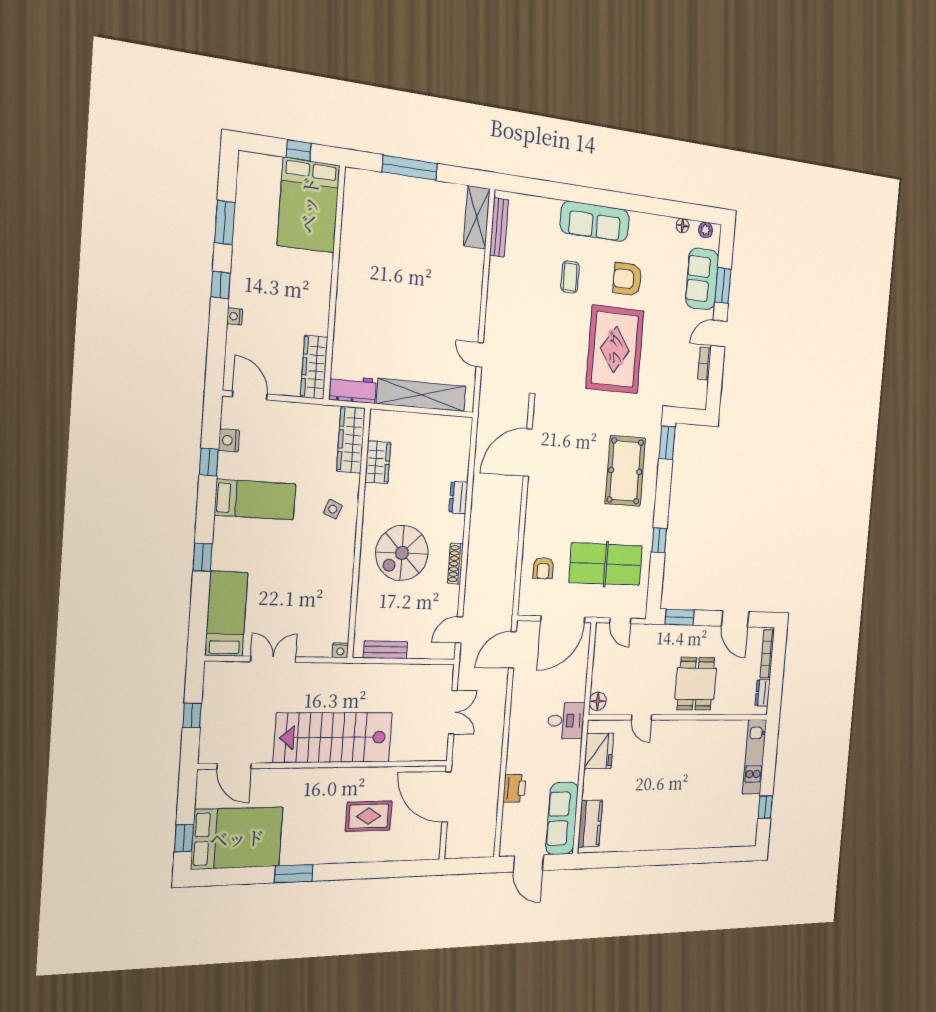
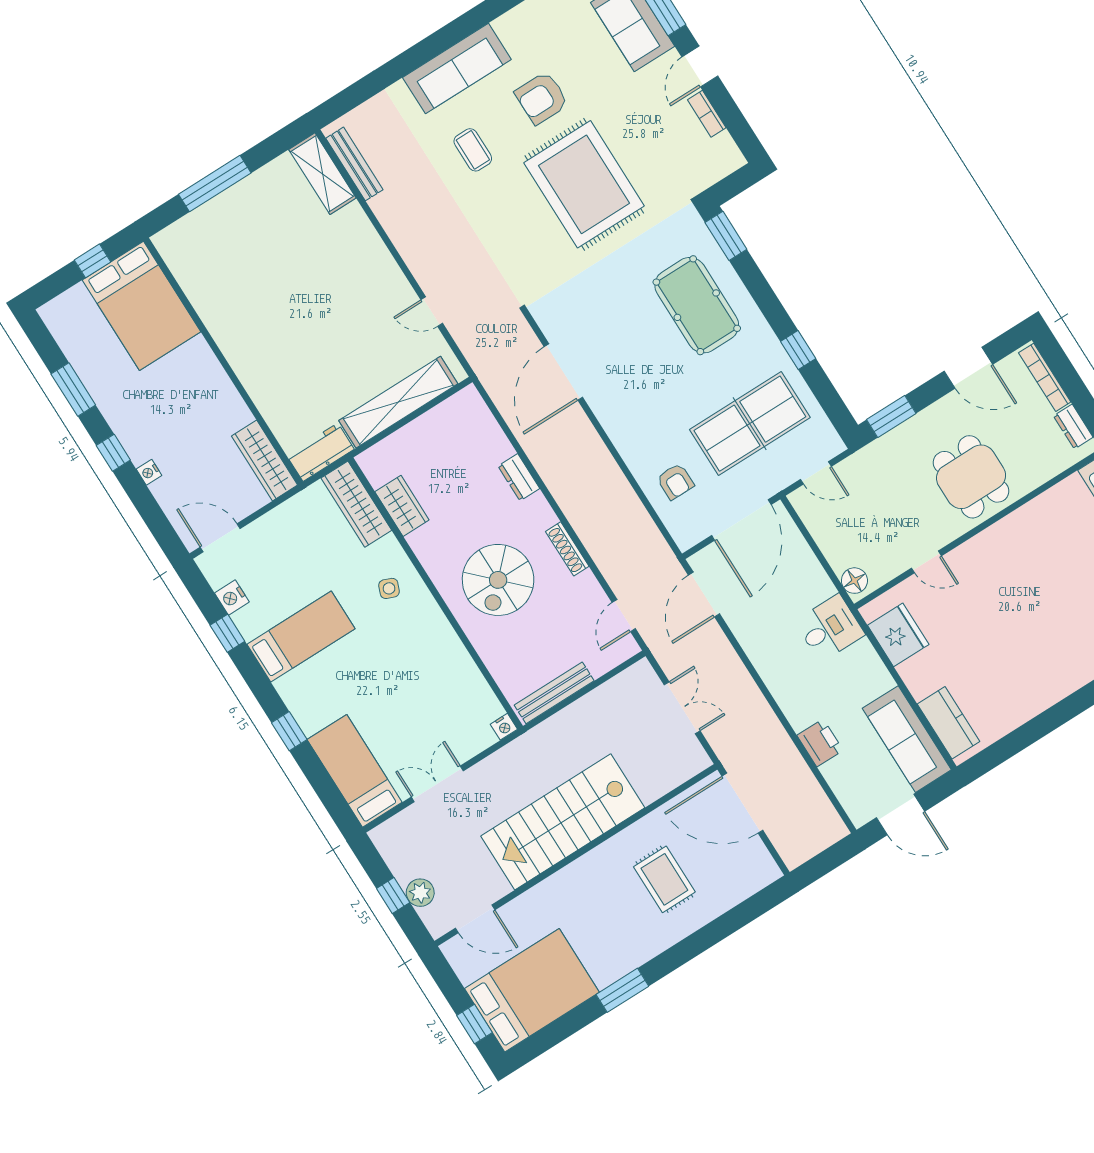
bench: (385, 650) -> (554, 693), width x1.36
plant: (211, 725) -> (420, 893), added
rug: (369, 816) -> (664, 879), turned 90

